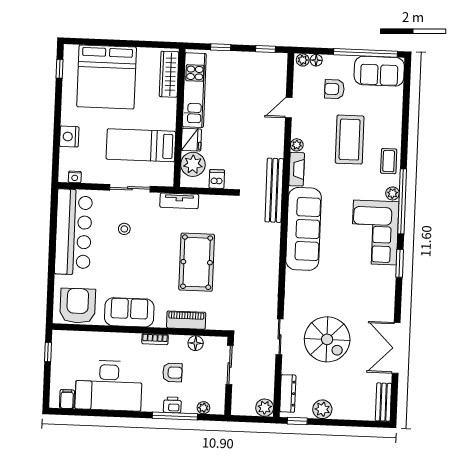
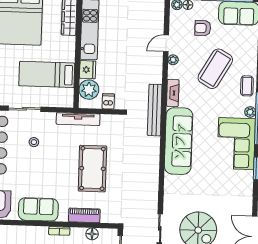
coffee table: (350, 140) -> (215, 69), turned 30
plant: (297, 145) -> (173, 60), moved
sliding door: (130, 188) -> (25, 109), moved
tv unit: (179, 201) -> (78, 119), width x1.41

